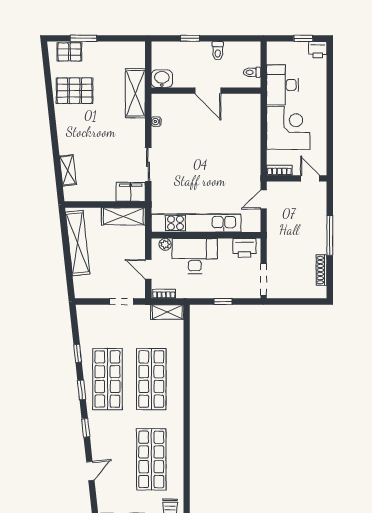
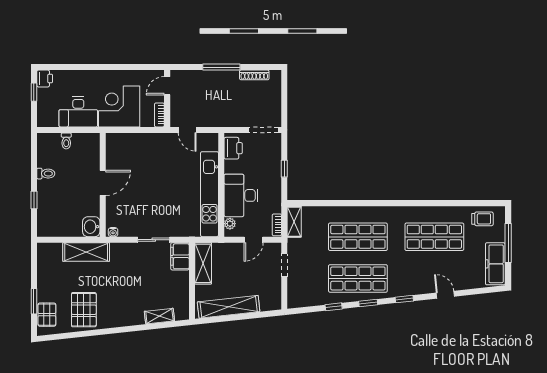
washbasin: (162, 79) -> (91, 227), moved
wall: (206, 91) -> (103, 185), moved
door: (208, 91) -> (103, 183), moved

